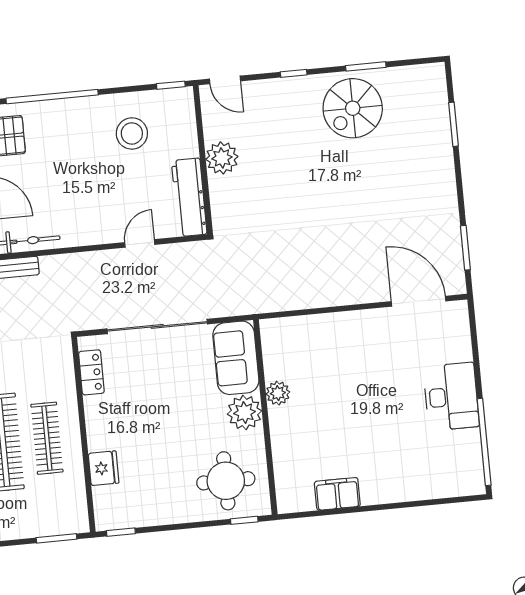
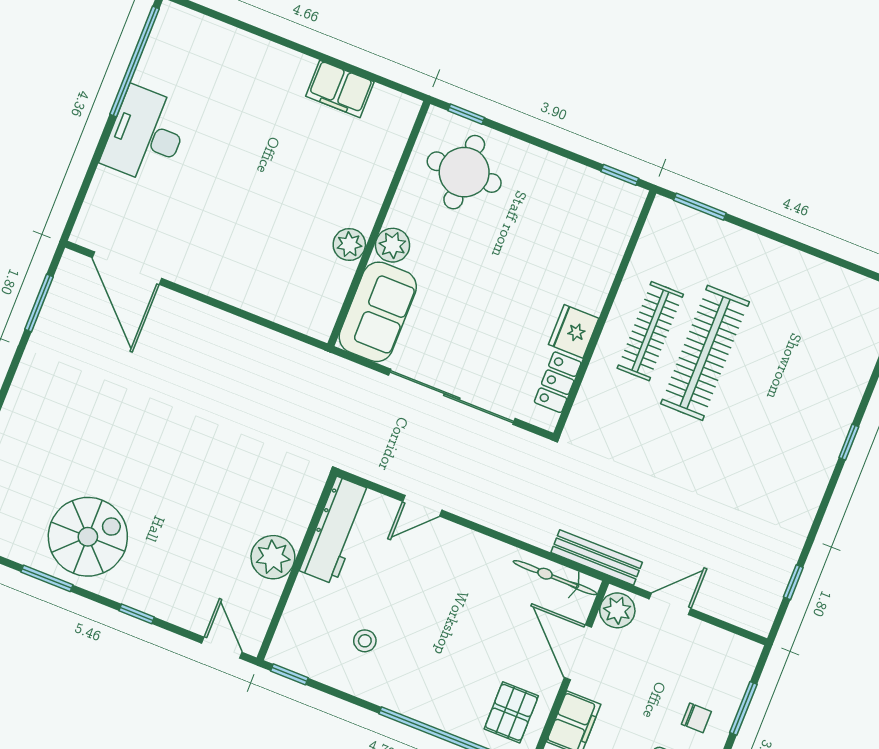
stool: (132, 133) -> (365, 641), width x0.53, depth x0.53
plant: (245, 413) -> (393, 245), width x0.73, depth x0.73
fridge: (104, 468) -> (574, 331), moved

